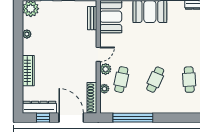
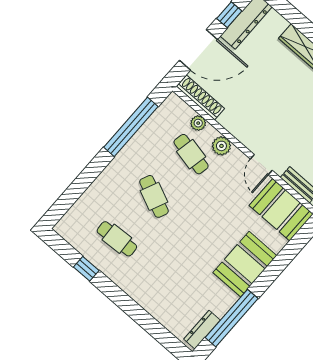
door: (98, 54) -> (261, 165), moved

